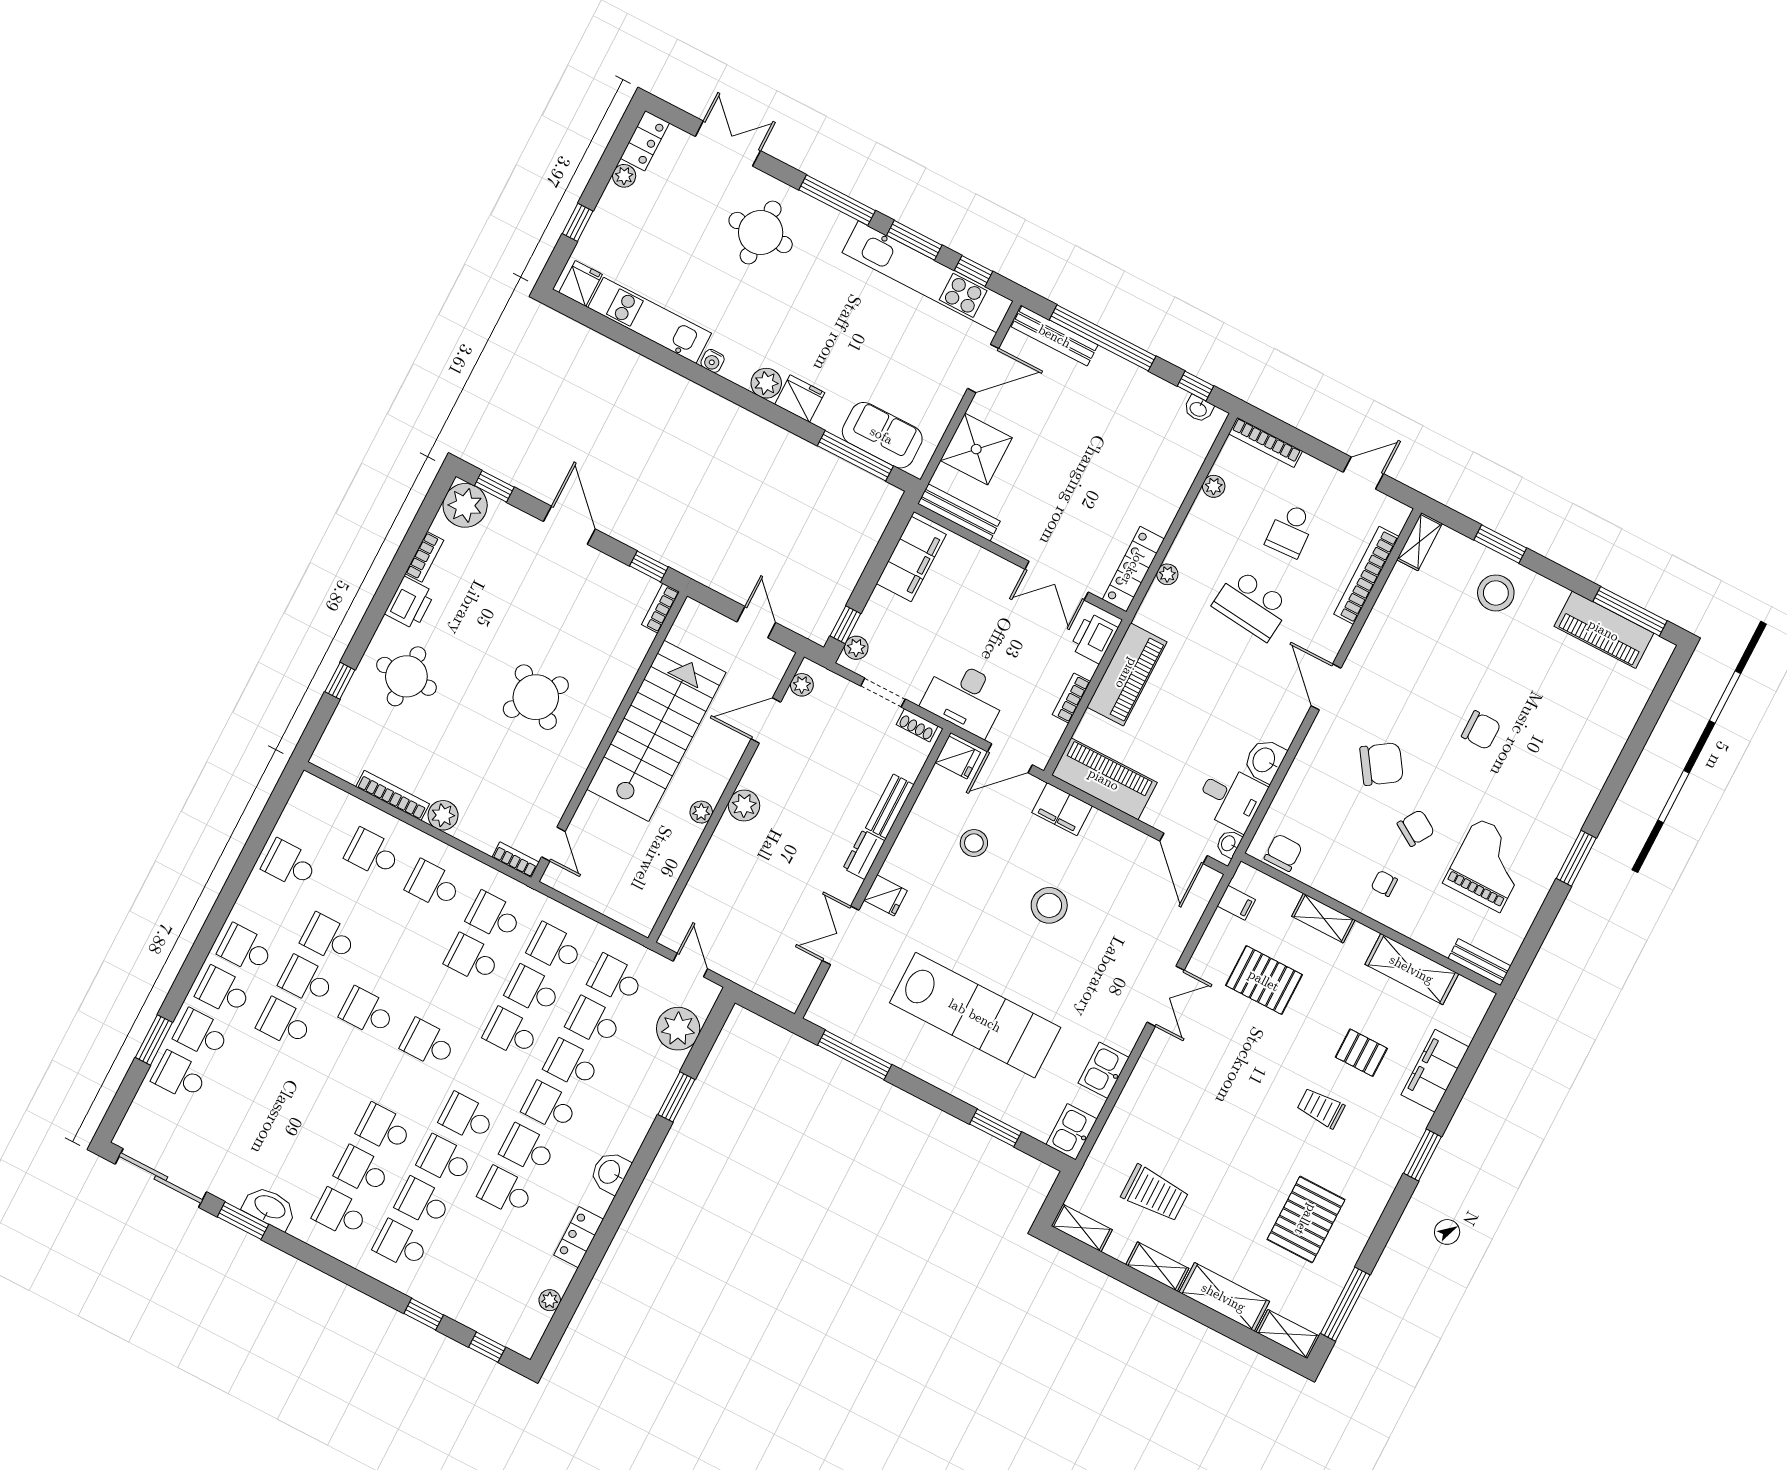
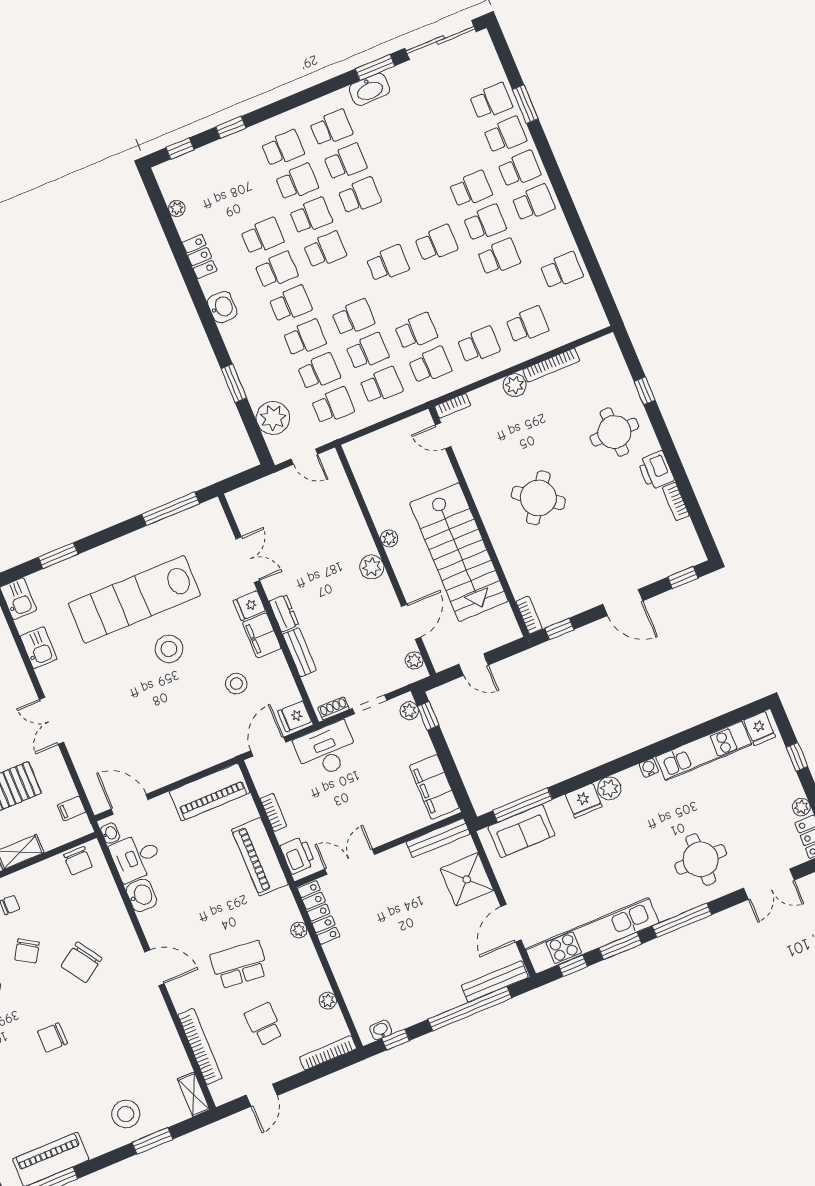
plant: (465, 505) -> (686, 551), removed
filing cabinet: (1062, 809) -> (262, 635), moved, turned -90
stool: (1049, 905) -> (169, 649), moved

